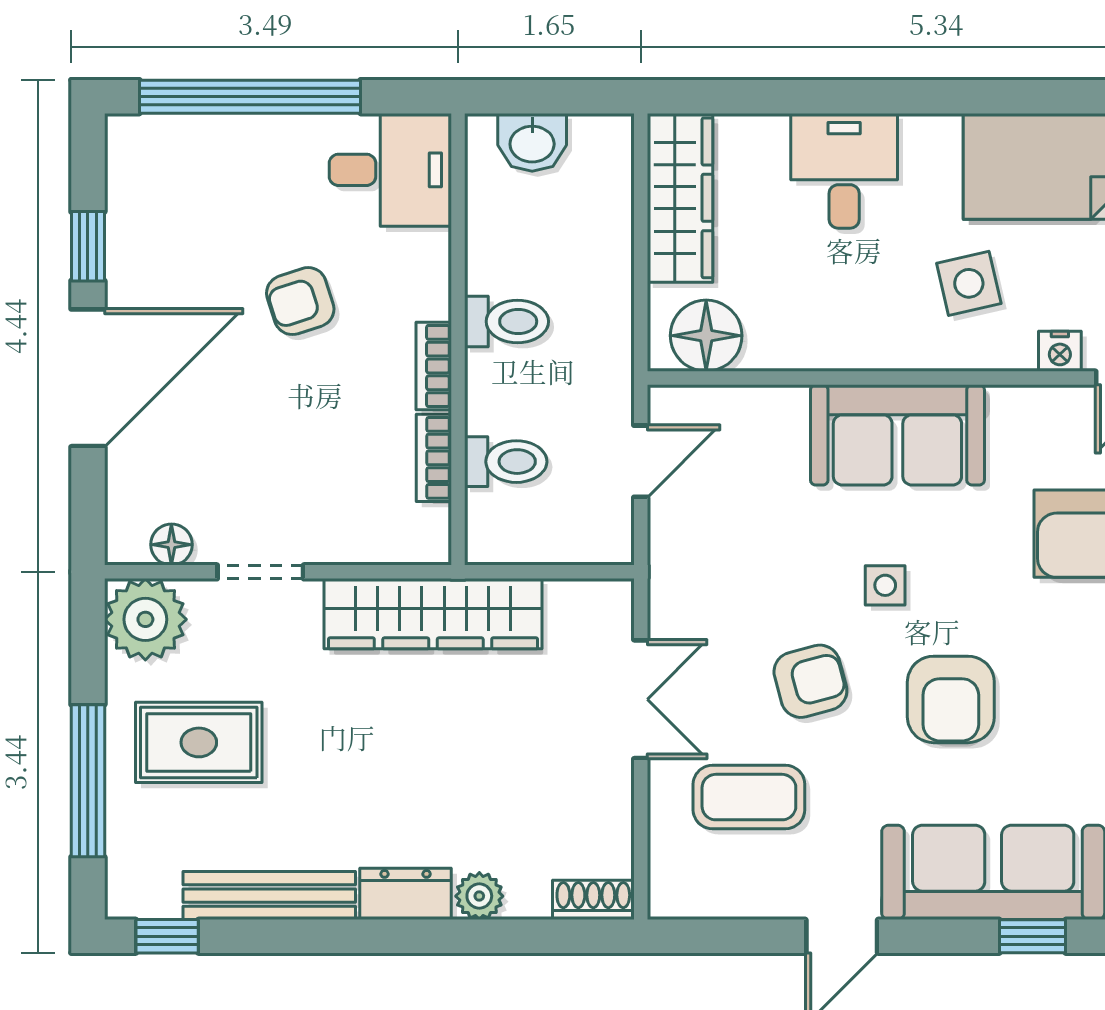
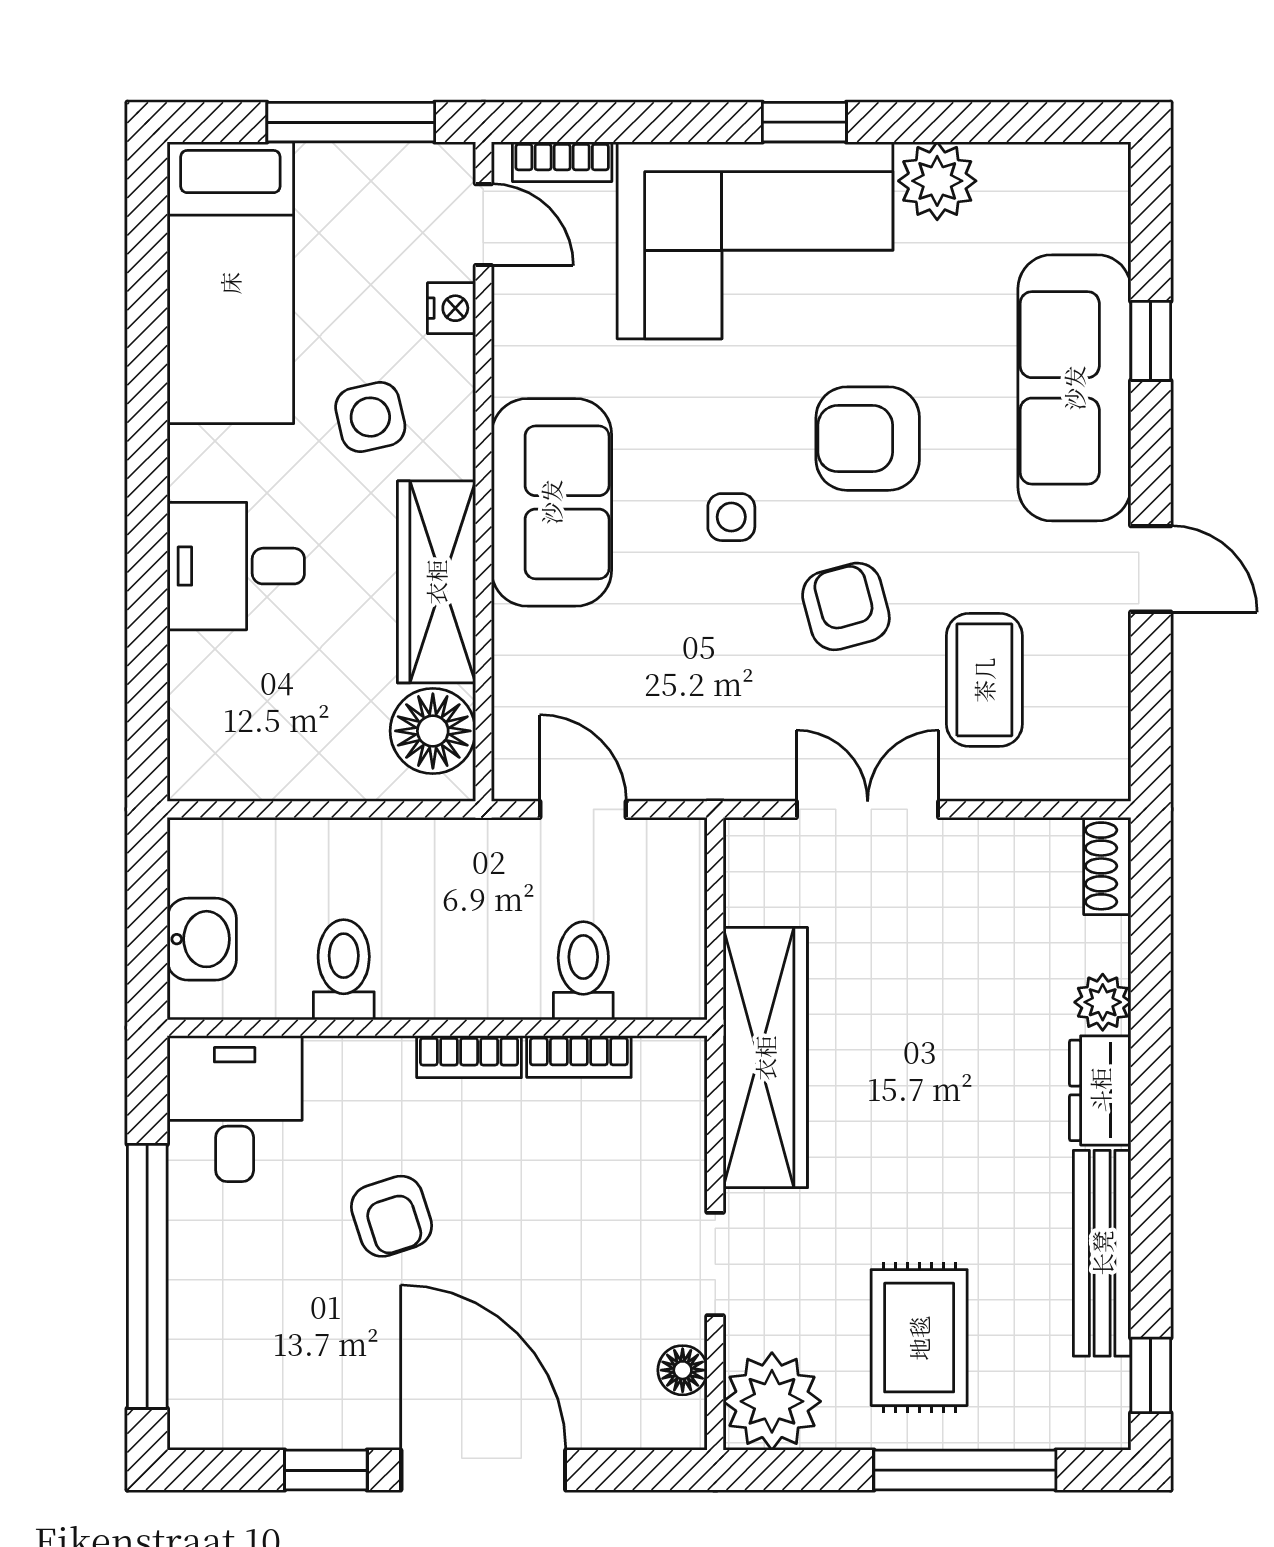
wardrobe: (680, 198) -> (436, 582), moved, turned -90
toilet: (506, 321) -> (344, 970), moved
armchair: (951, 699) -> (868, 439), turned 180

